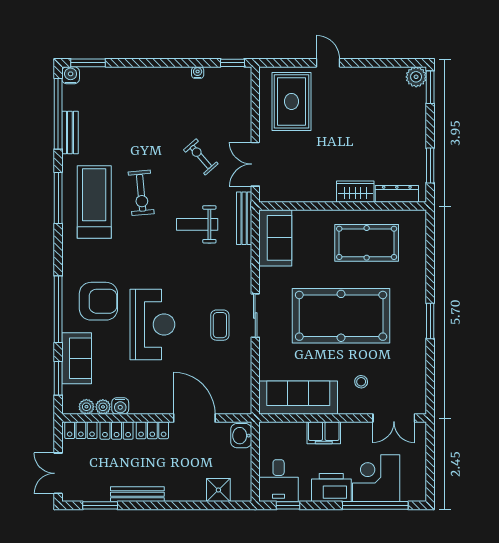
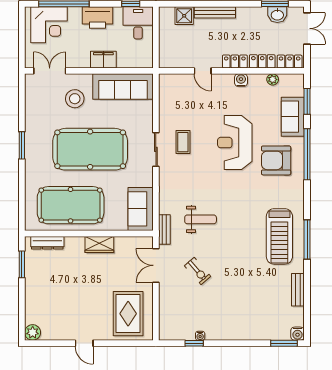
window: (232, 63) -> (194, 343), moved
door: (328, 63) -> (84, 343), moved
window: (430, 87) -> (22, 325), removed
window: (58, 114) -> (307, 304), removed
double door: (255, 164) -> (156, 265), swing flipped
wardrobe: (355, 192) -> (99, 244), moved
exercise bike: (141, 193) -> (243, 244), removed
bench: (244, 218) -> (164, 229), width x0.73
pool table: (367, 243) -> (71, 205), width x1.36, depth x1.32
stool: (361, 382) -> (75, 99), width x1.89, depth x1.89
water cooler: (120, 406) -> (241, 80), moved
plant: (86, 407) -> (285, 80), removed
door: (194, 418) -> (203, 71), width x0.53
washbasin: (241, 436) -> (277, 15), moved, turned 90
corner desk: (376, 478) -> (49, 25), moved
bench: (137, 494) -> (215, 12), moved

